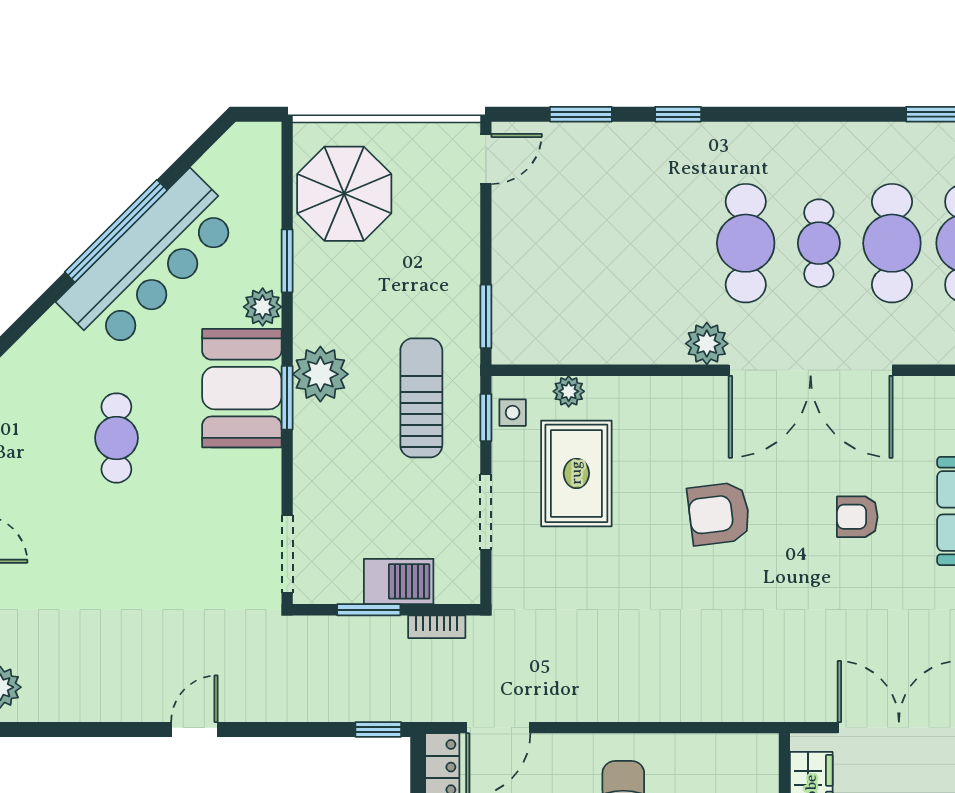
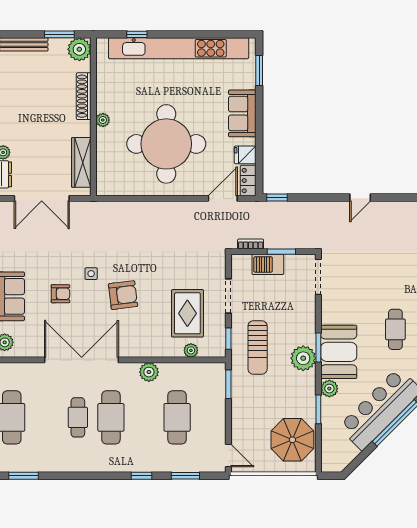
door: (486, 159) -> (228, 455), swing flipped
cafe table: (892, 243) -> (177, 417), moved
plant: (707, 344) -> (149, 372), moved
side table: (513, 413) -> (91, 274), moved

